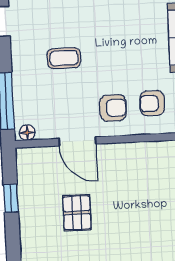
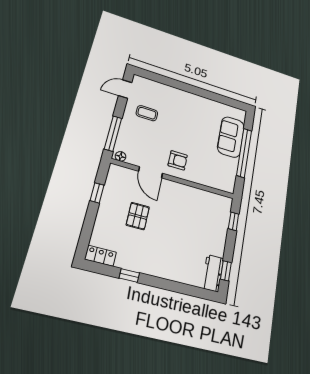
coffee table: (64, 58) -> (147, 113), moved
armchair: (152, 103) -> (202, 166), removed

